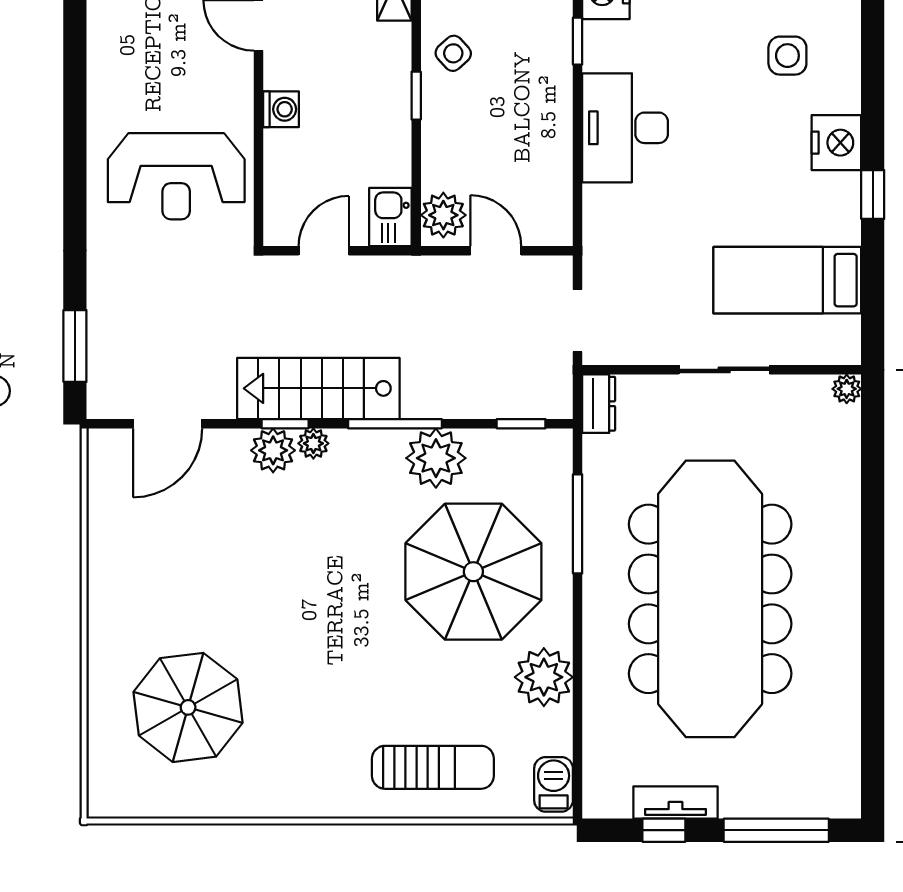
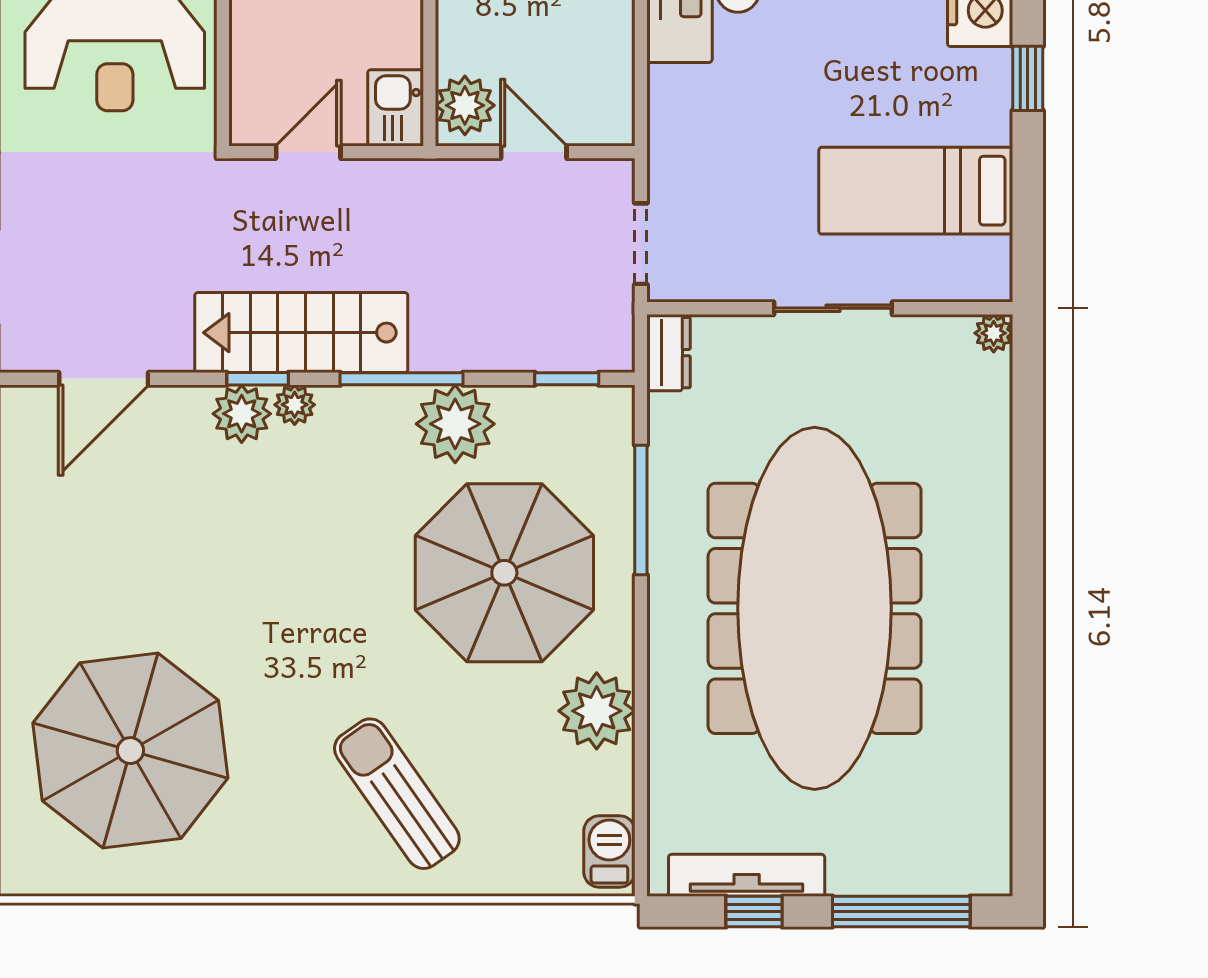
parasol: (188, 707) -> (130, 751), width x1.36, depth x1.36
sun lounger: (433, 767) -> (397, 794), moved, turned -125
tv unit: (675, 803) -> (747, 875), width x1.41

